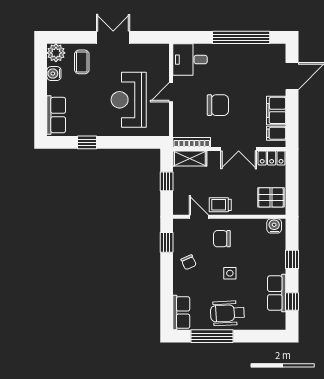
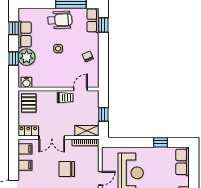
filing cabinet: (276, 110) -> (25, 165), width x0.50
double door: (239, 149) -> (52, 138), swing flipped
pallet: (271, 197) -> (29, 103), turned 90
door: (199, 217) -> (80, 89), swing flipped
chair: (222, 239) -> (64, 73), removed
window: (167, 242) -> (103, 25), moved
plant: (274, 261) -> (27, 57), added

